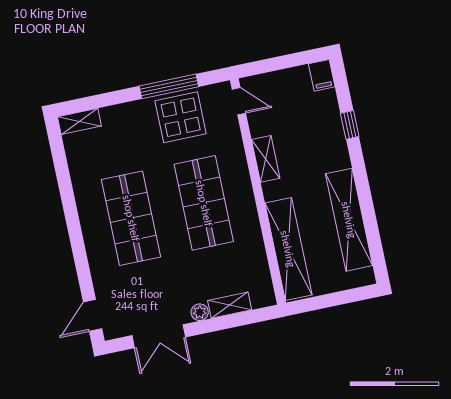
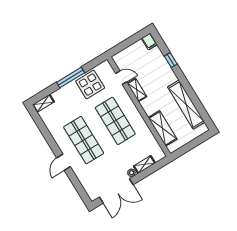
window: (169, 86) -> (71, 77), moved
door: (239, 101) -> (121, 78), moved
shelving: (288, 249) -> (163, 128), width x0.68
door: (93, 315) -> (64, 162), moved
double door: (159, 336) -> (116, 191), width x1.37

